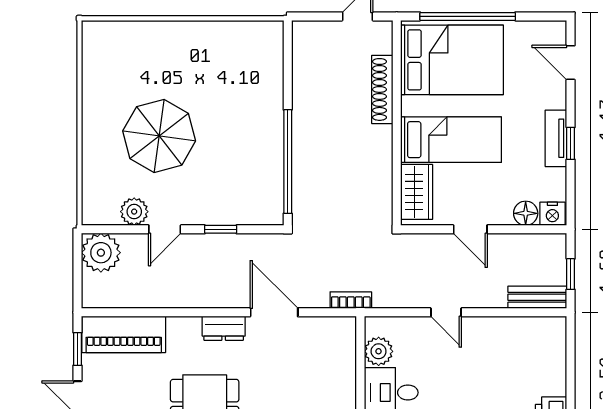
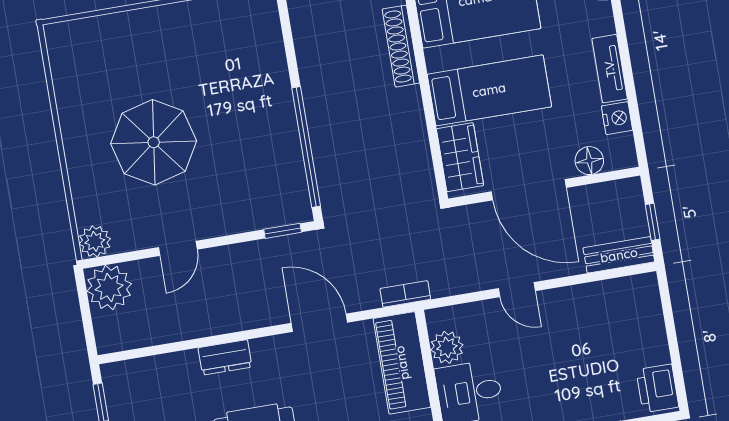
window: (571, 143) -> (627, 72), removed
plant: (134, 212) -> (95, 241), moved
nightstand: (552, 214) -> (617, 118), moved, turned -90
window: (221, 229) -> (283, 231), moved
door: (470, 229) -> (529, 190), width x1.87
dresser: (224, 328) -> (225, 357), moved
piano: (124, 334) -> (402, 363), moved, turned 90

